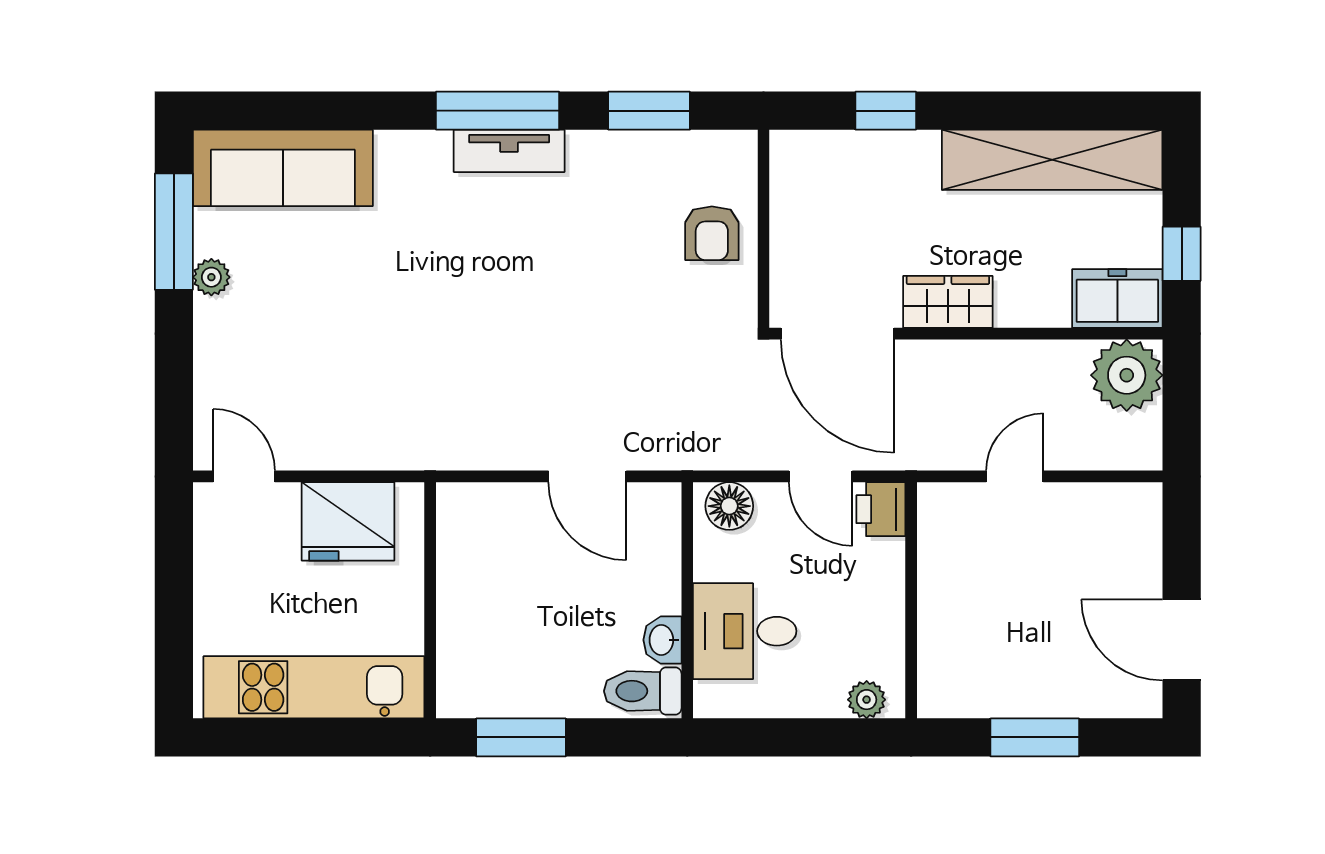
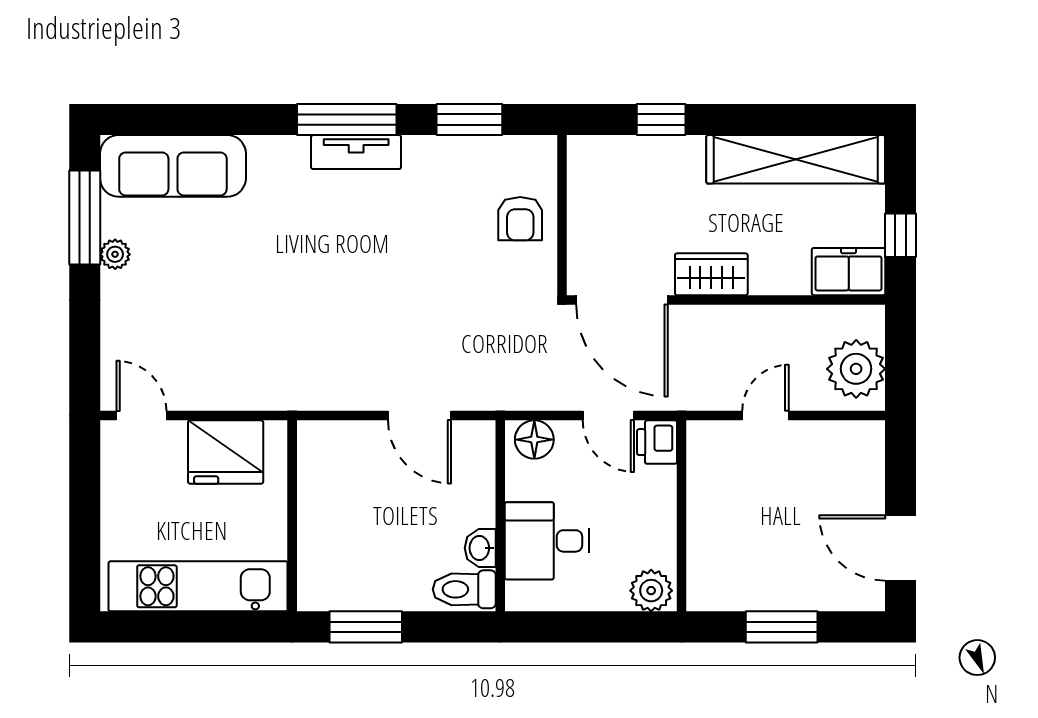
plant: (1127, 375) -> (856, 369), moved
plant: (867, 700) -> (651, 591), width x1.38, depth x1.38

